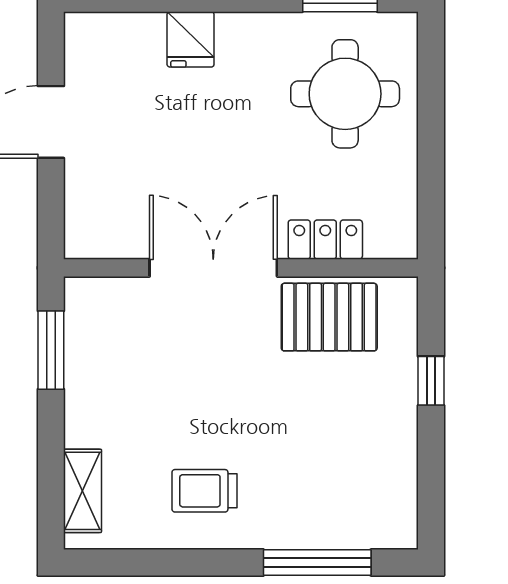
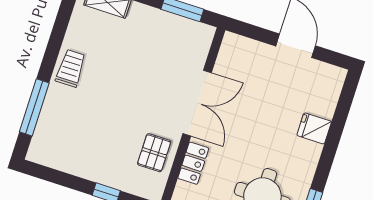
pallet: (329, 317) -> (154, 153), width x0.67, depth x0.71
trolley: (204, 491) -> (71, 68), moved

